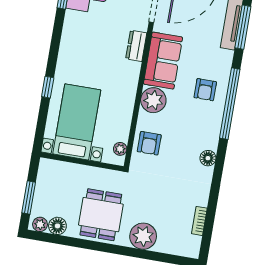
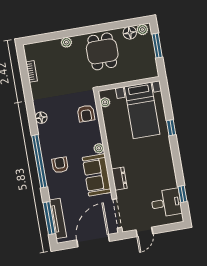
plant: (153, 100) -> (99, 148), width x0.53, depth x0.53
armchair: (149, 143) -> (86, 114), turned 180
plant: (143, 236) -> (66, 42), width x0.53, depth x0.53

